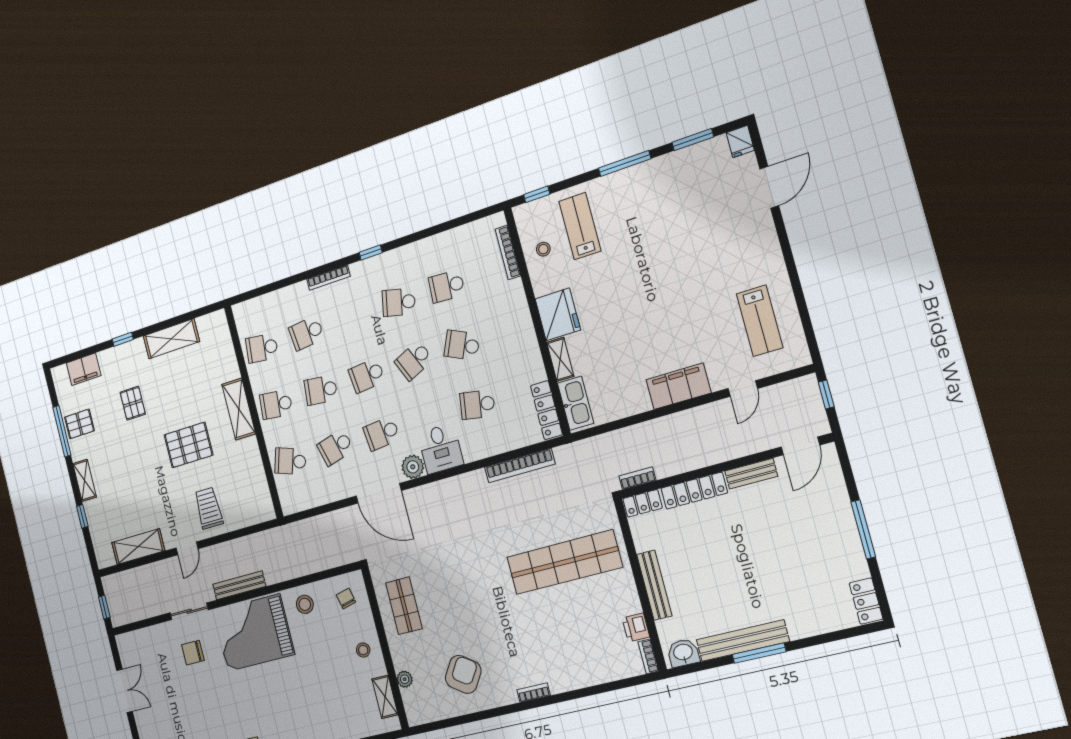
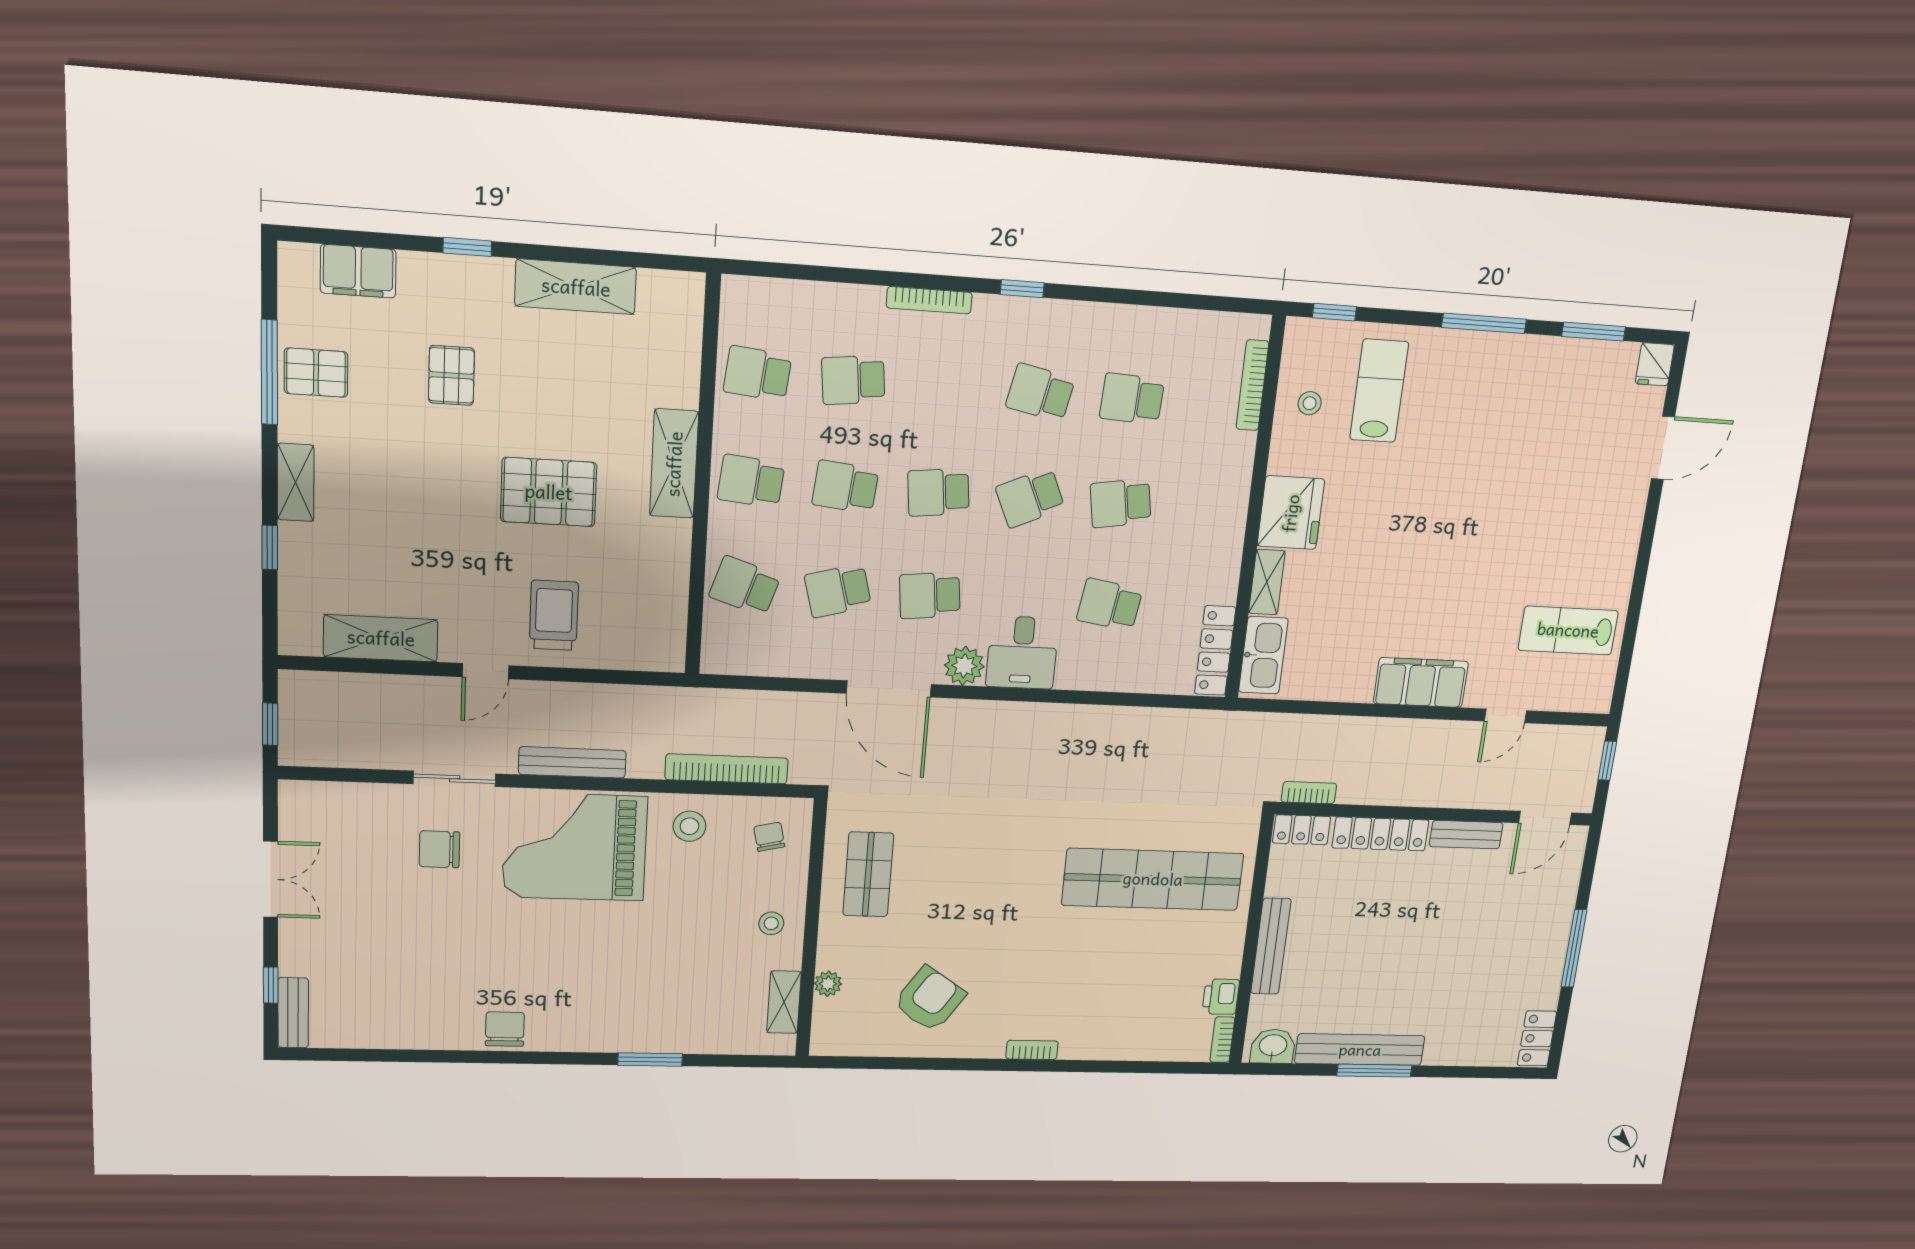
lab bench: (760, 321) -> (1568, 630), turned 90
school desk: (462, 345) -> (1121, 503), turned -33
bookcase: (520, 466) -> (727, 769), moved, turned 180

